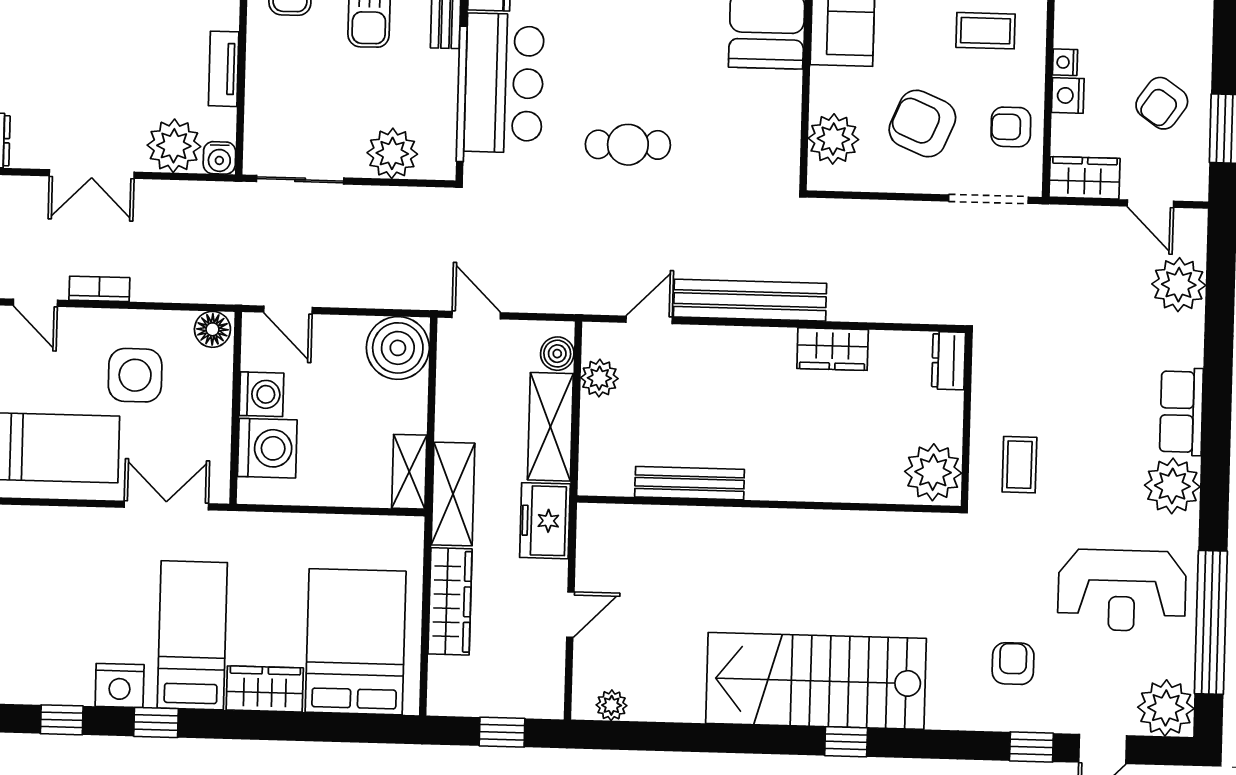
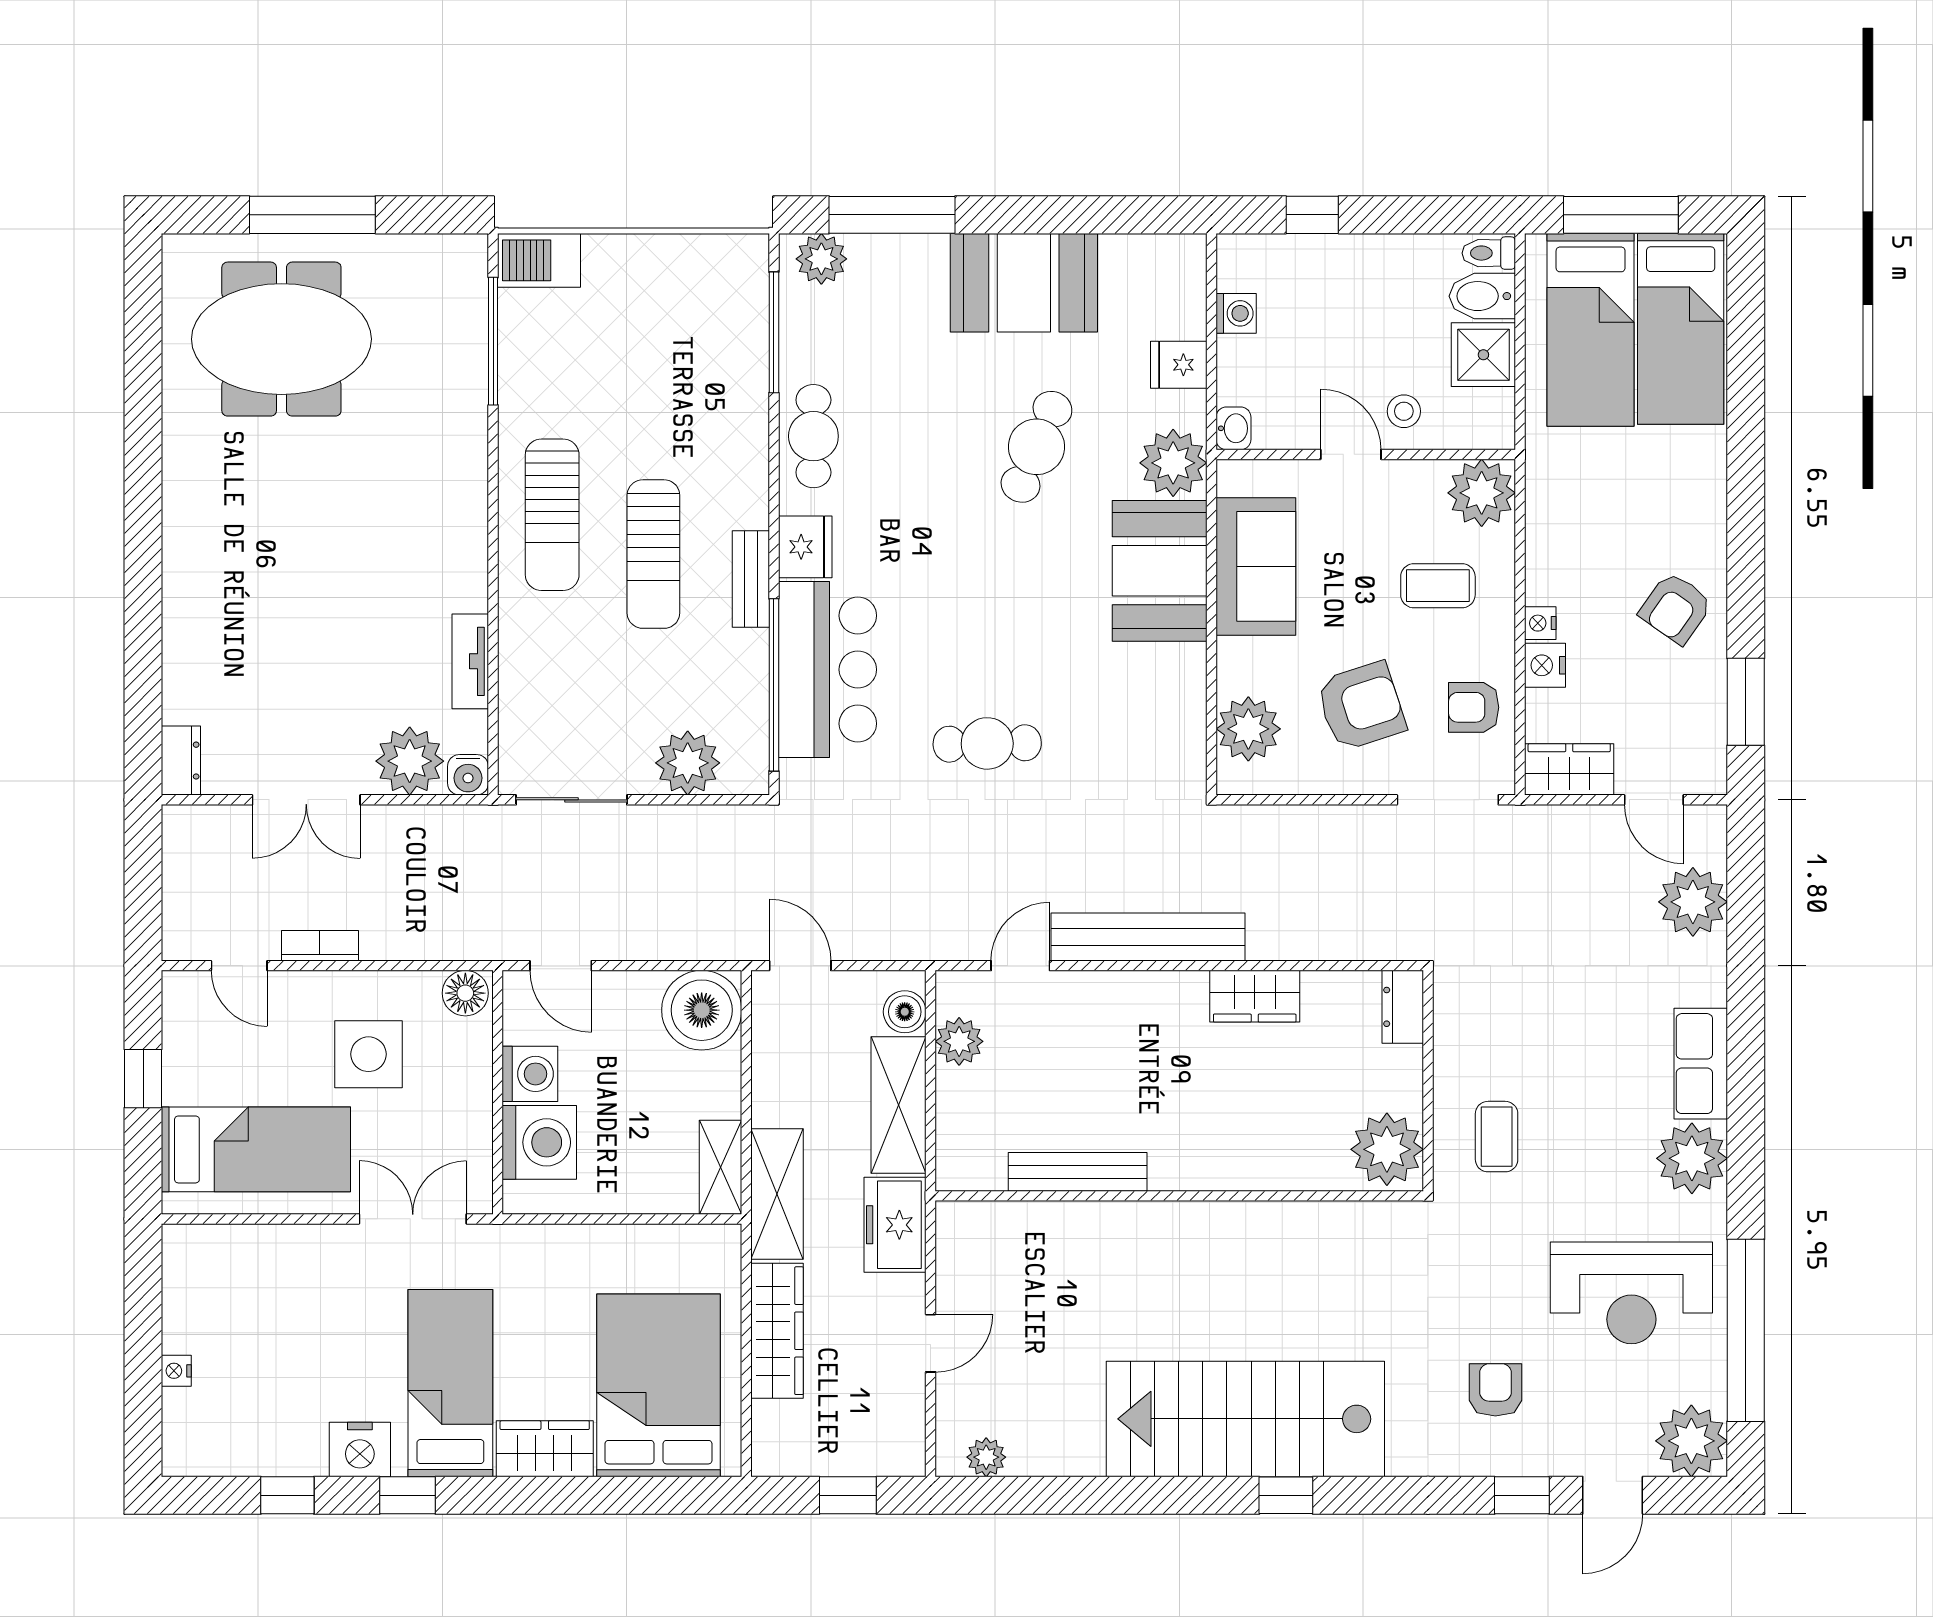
armchair: (1162, 103) -> (1676, 608), moved
armchair: (922, 124) -> (1361, 706), turned 139

